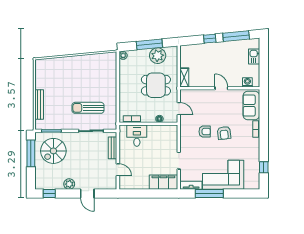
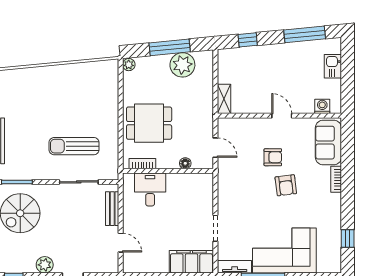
window: (210, 39) -> (248, 40), moved
dining table: (156, 85) -> (149, 123), moved
armchair: (205, 132) -> (273, 157), moved

